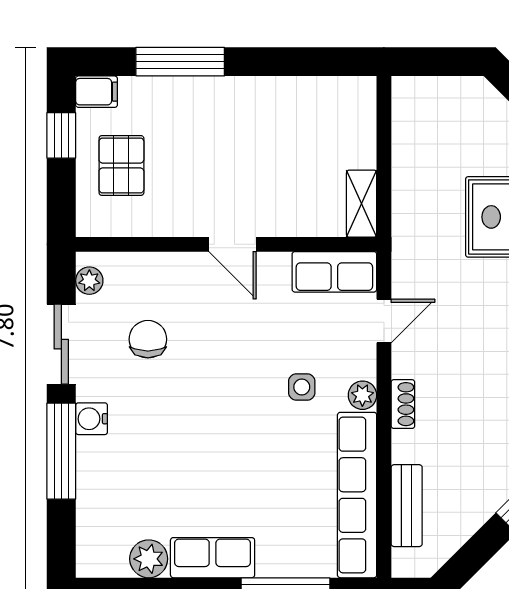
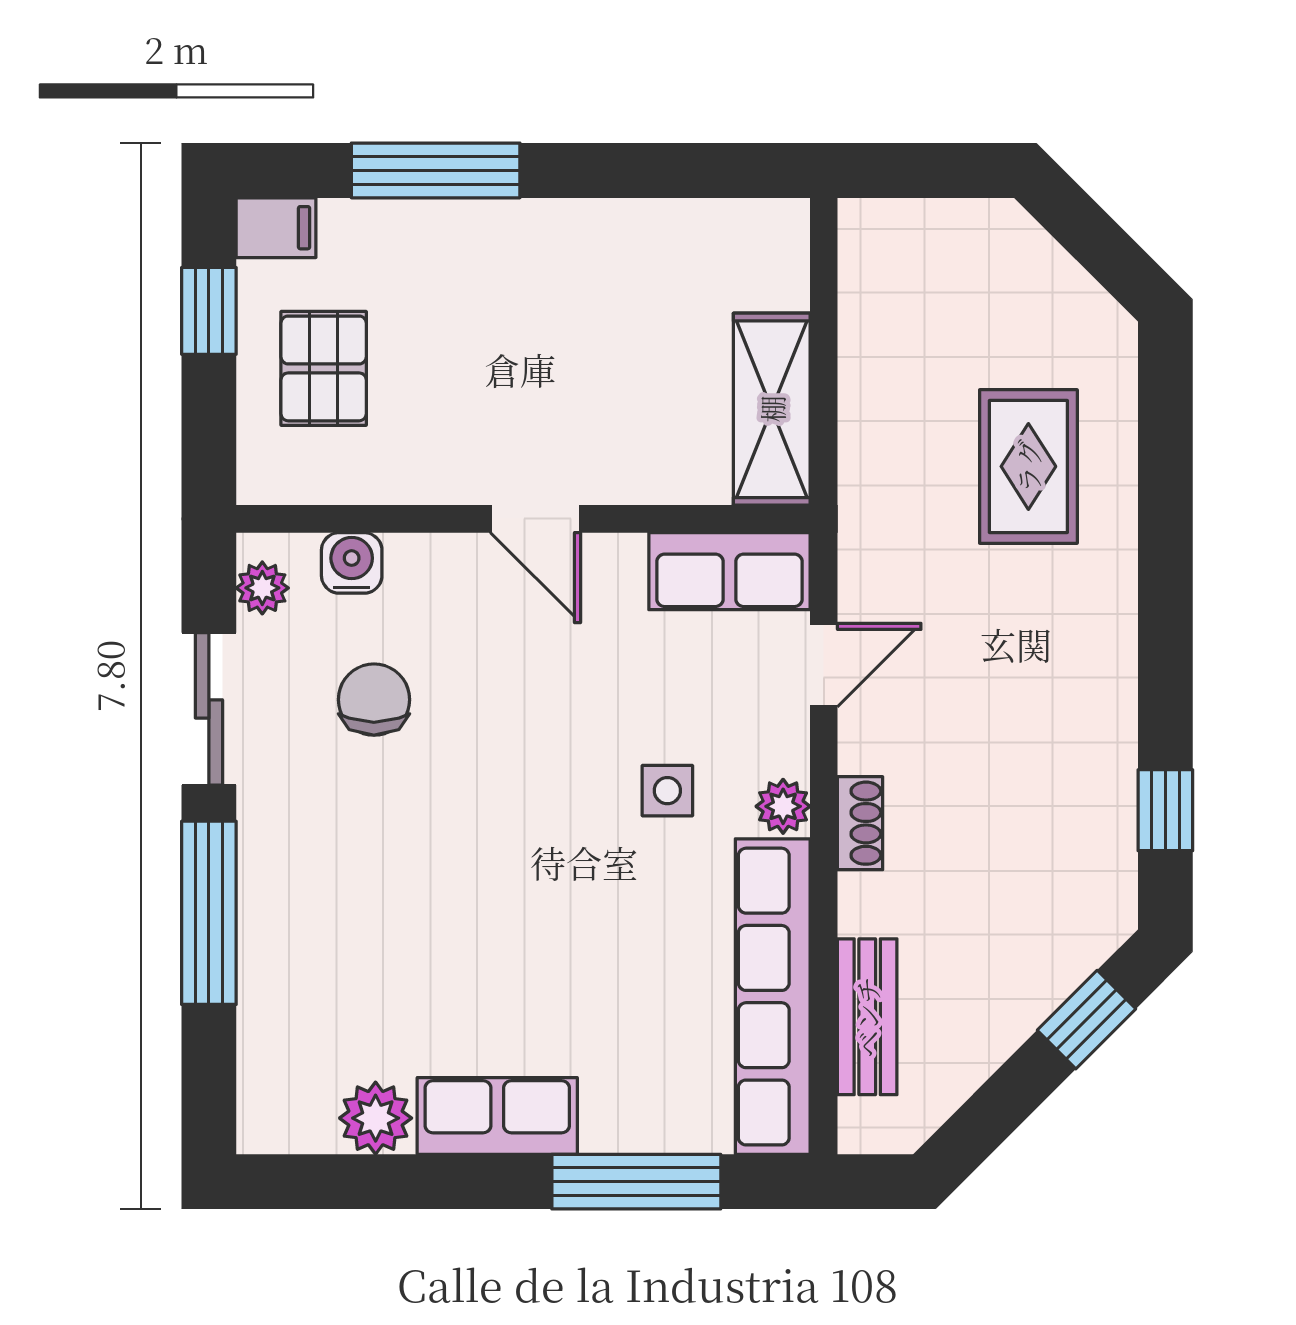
shelving: (362, 204) -> (772, 409), width x1.50, depth x1.33
water cooler: (92, 419) -> (352, 563), moved, turned 90

